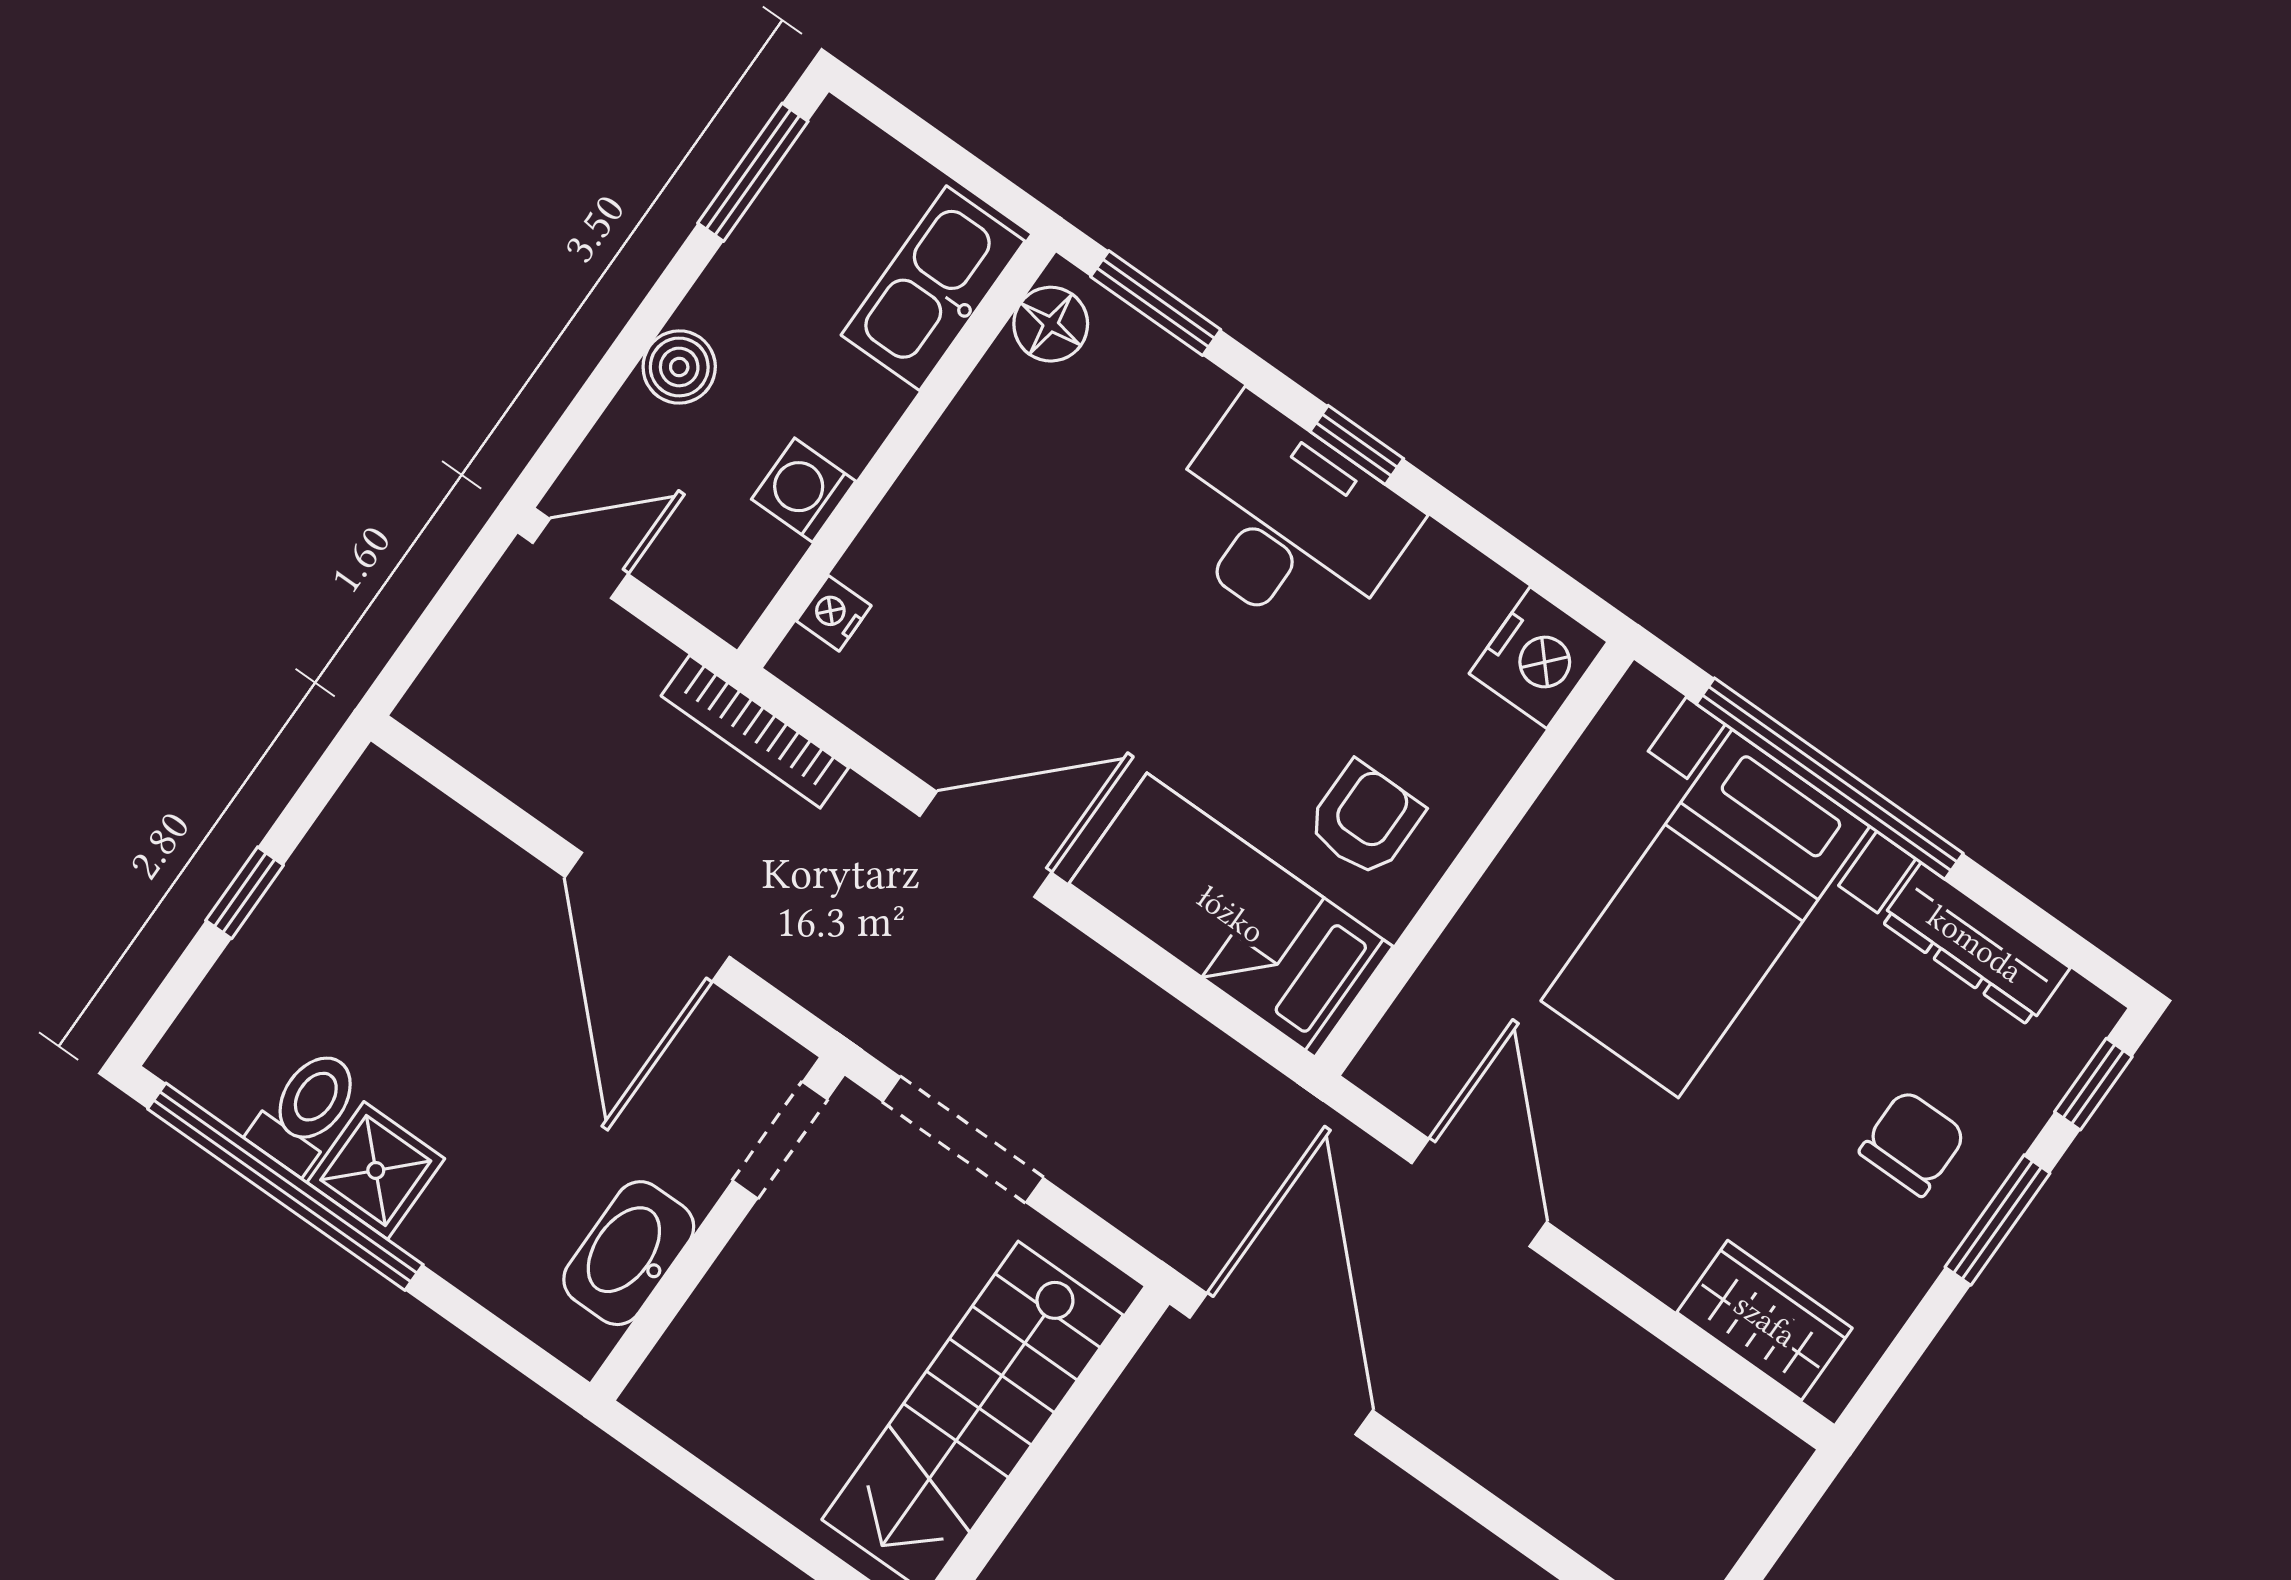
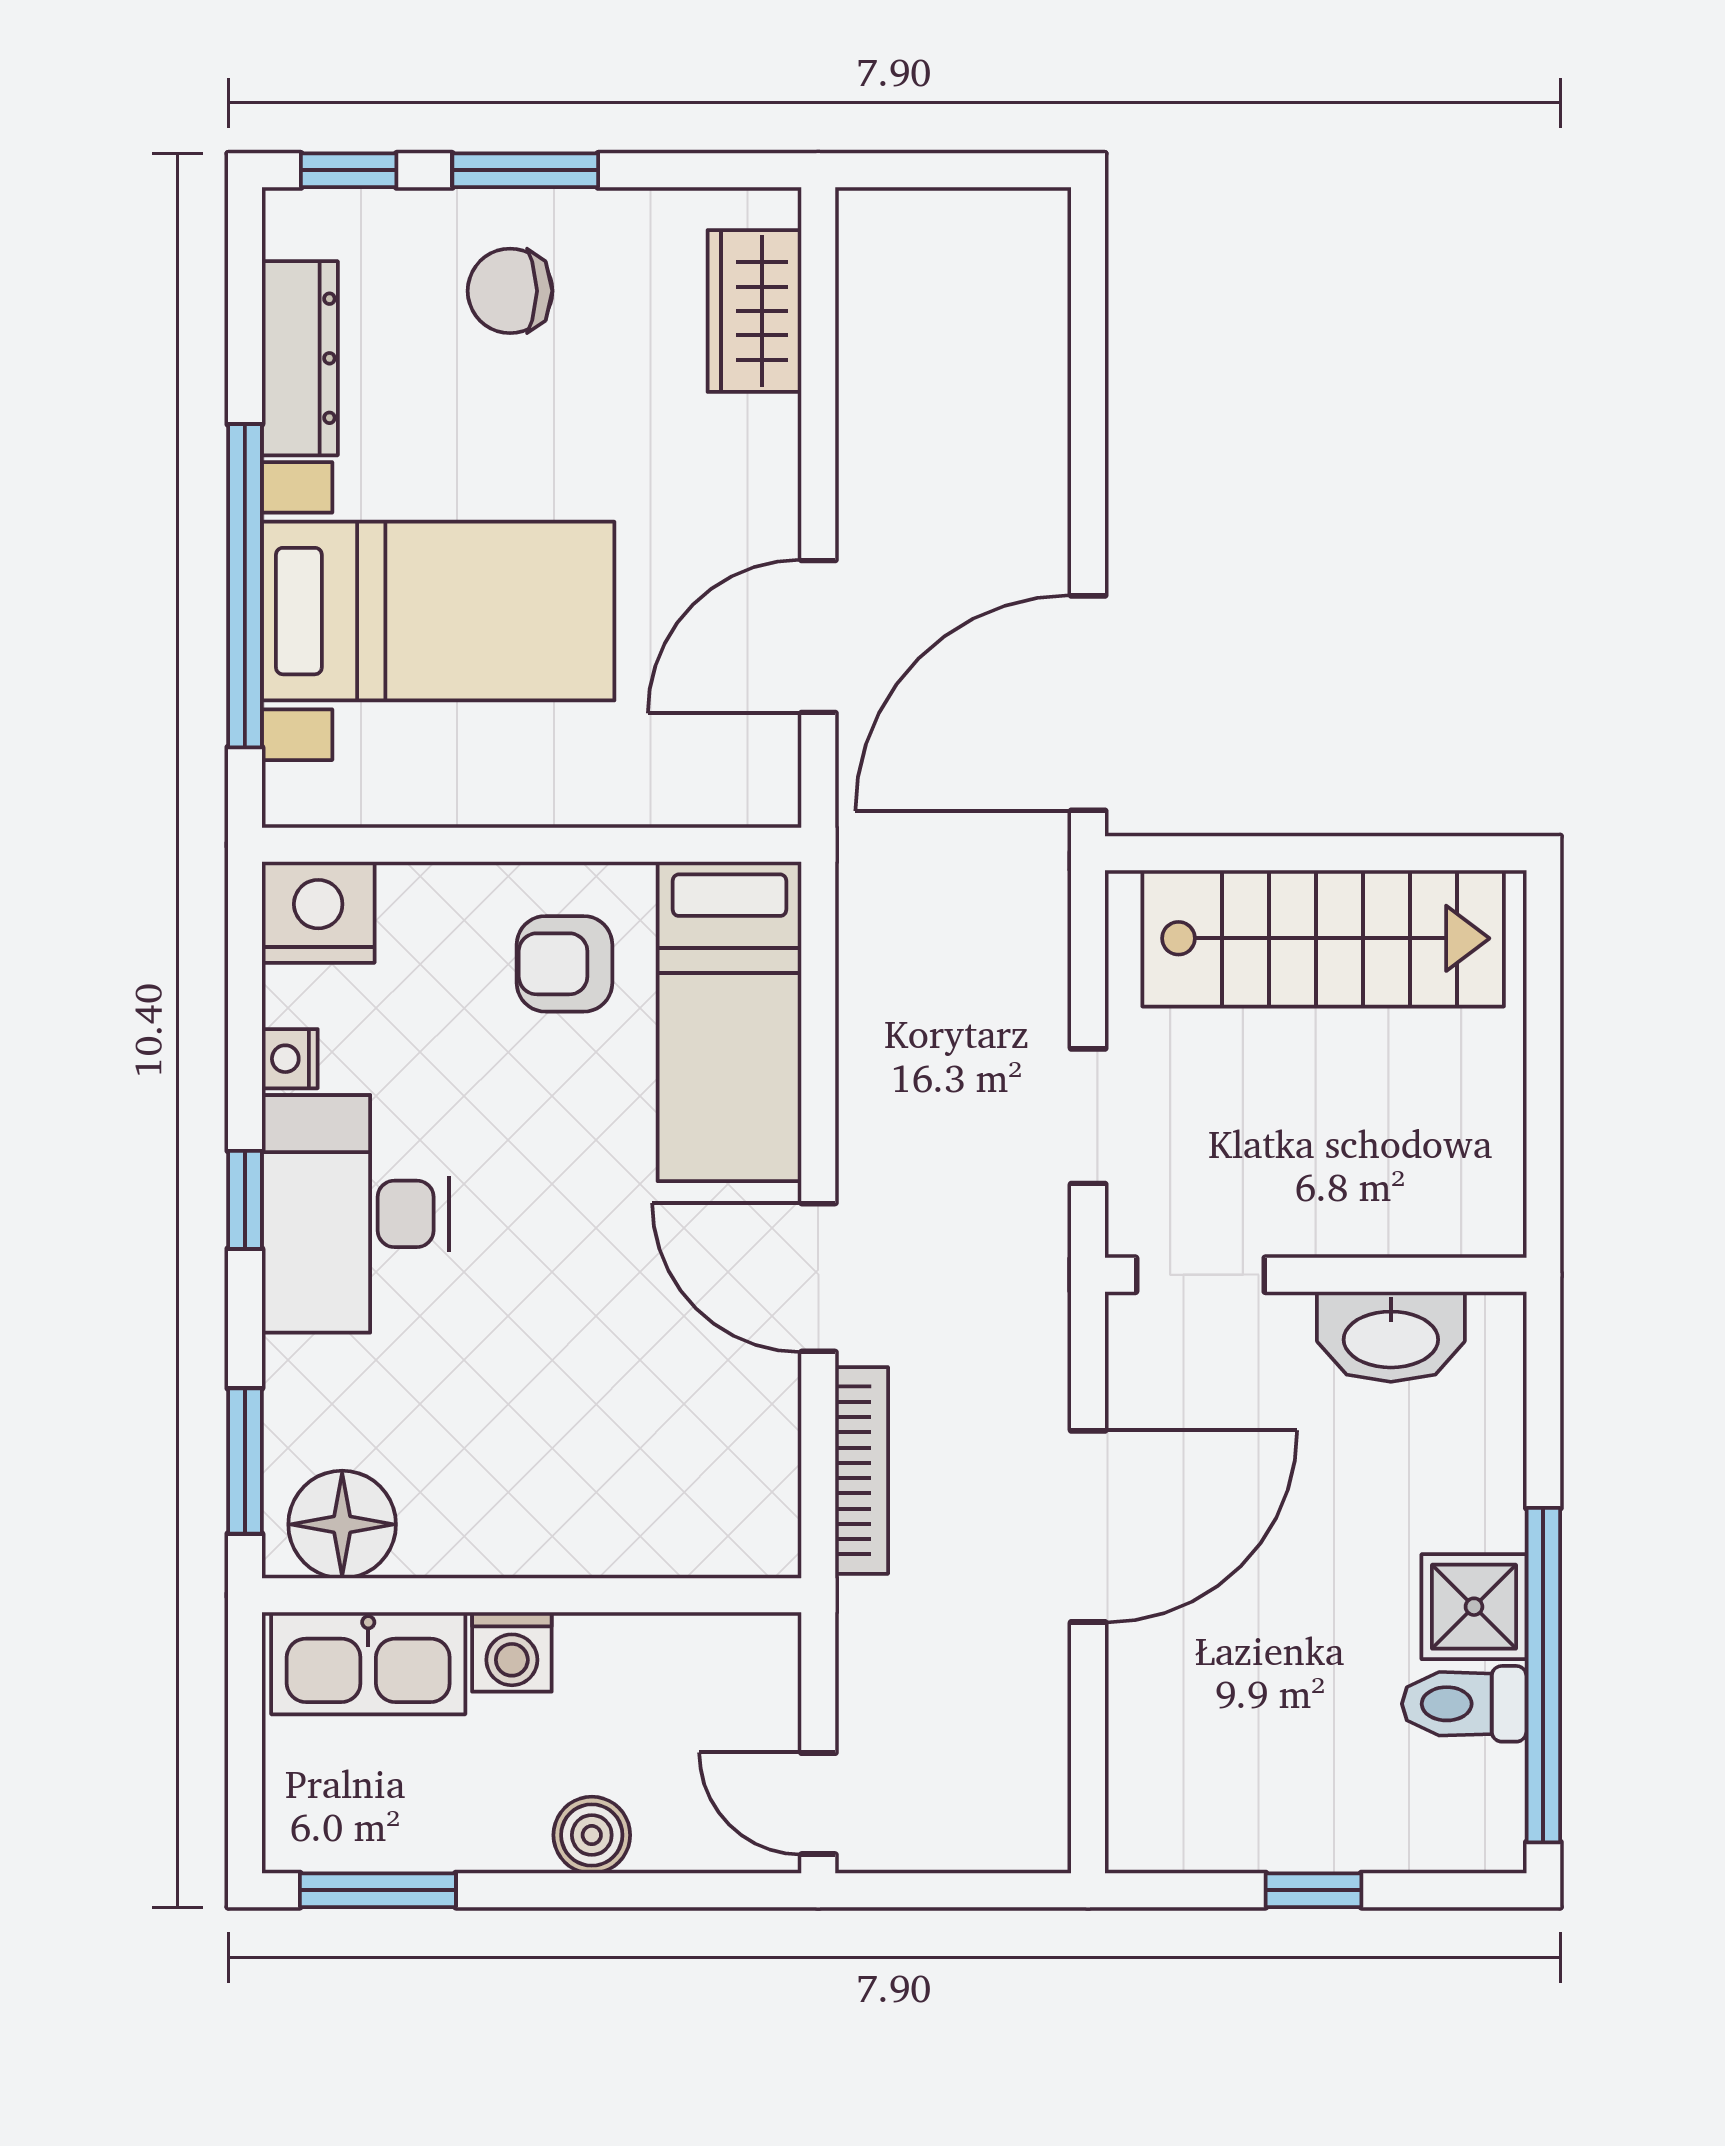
floor lamp: (1051, 324) -> (342, 1524), width x1.38, depth x1.38
washing machine: (804, 490) -> (512, 1652), moved
nightstand: (834, 613) -> (290, 1059), moved, turned 90
bookcase: (755, 732) -> (862, 1470), moved
doorway: (963, 1140) -> (1088, 1116), width x0.73

